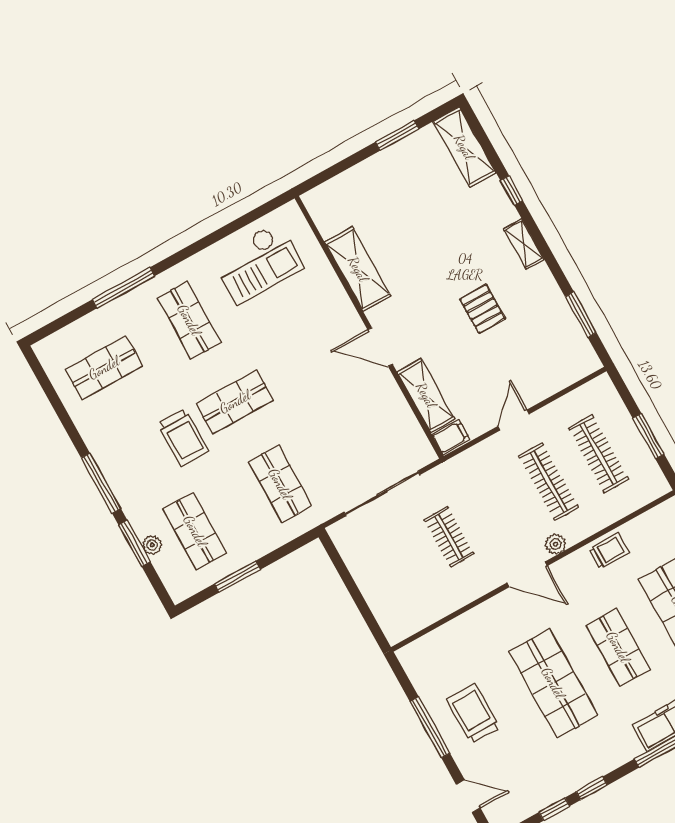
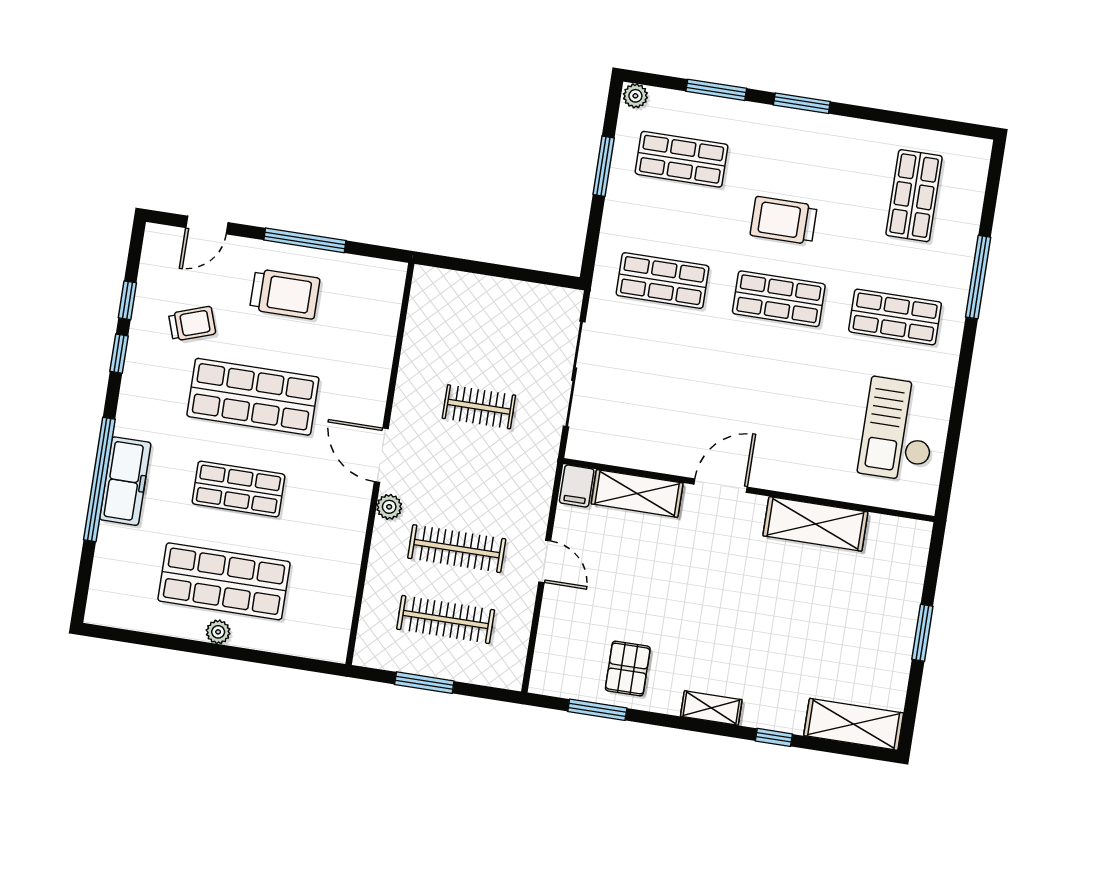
window: (397, 135) -> (922, 633), moved
pallet: (482, 309) -> (628, 668), moved, turned 90
shop shelf: (235, 402) -> (779, 299), turned 90
window: (101, 483) -> (802, 103), width x0.69
plant: (152, 545) -> (635, 96), moved
trolley: (609, 551) -> (192, 324), moved, turned -109
door: (527, 574) -> (381, 455), hinge flipped

